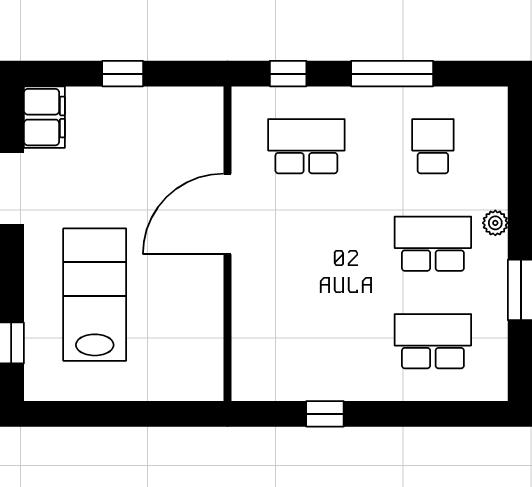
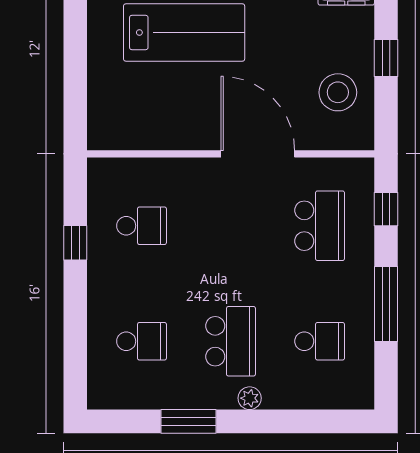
stool: (160, 126) -> (338, 92), added
school desk: (306, 341) -> (142, 226), added
school desk: (433, 341) -> (142, 341), width x0.54

